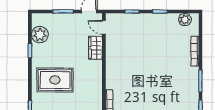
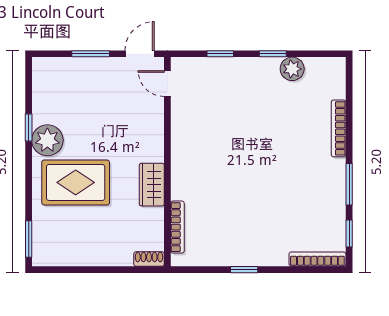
plant: (185, 20) -> (292, 69), moved
plant: (40, 35) -> (47, 140), moved
wardrobe: (95, 48) -> (152, 185), moved

